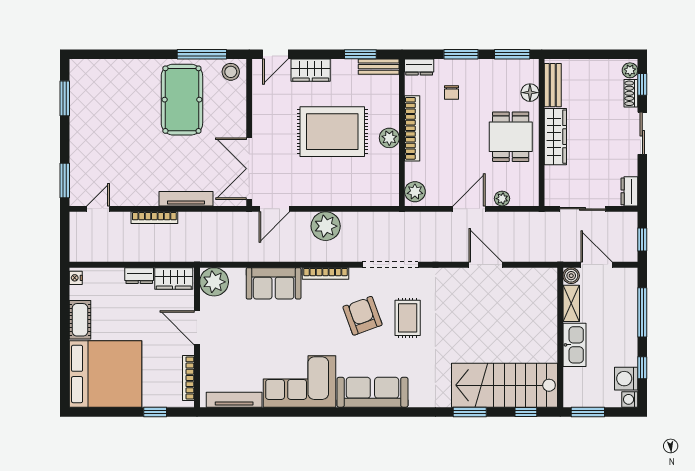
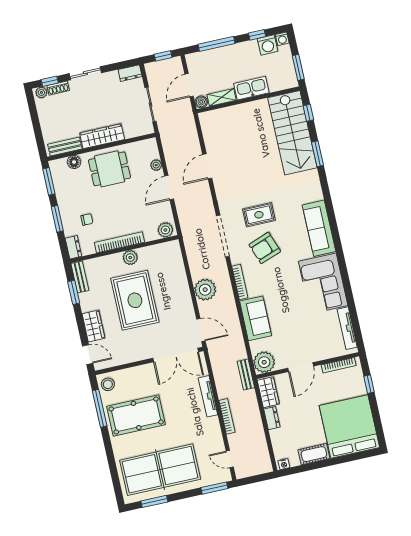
table tennis table: (104, 115) -> (160, 470), added
door: (469, 209) -> (169, 188), hinge flipped
bench: (203, 254) -> (246, 375), added

